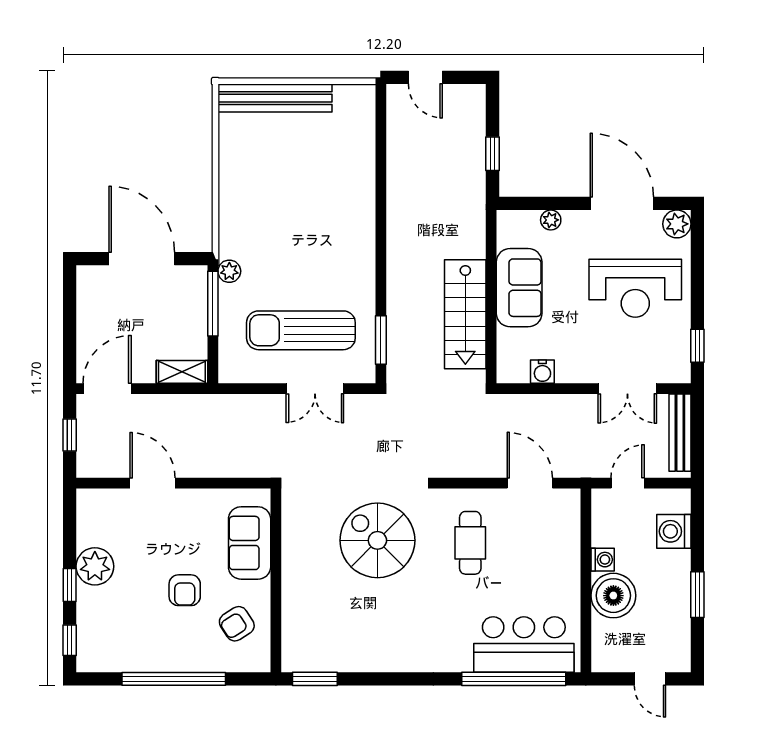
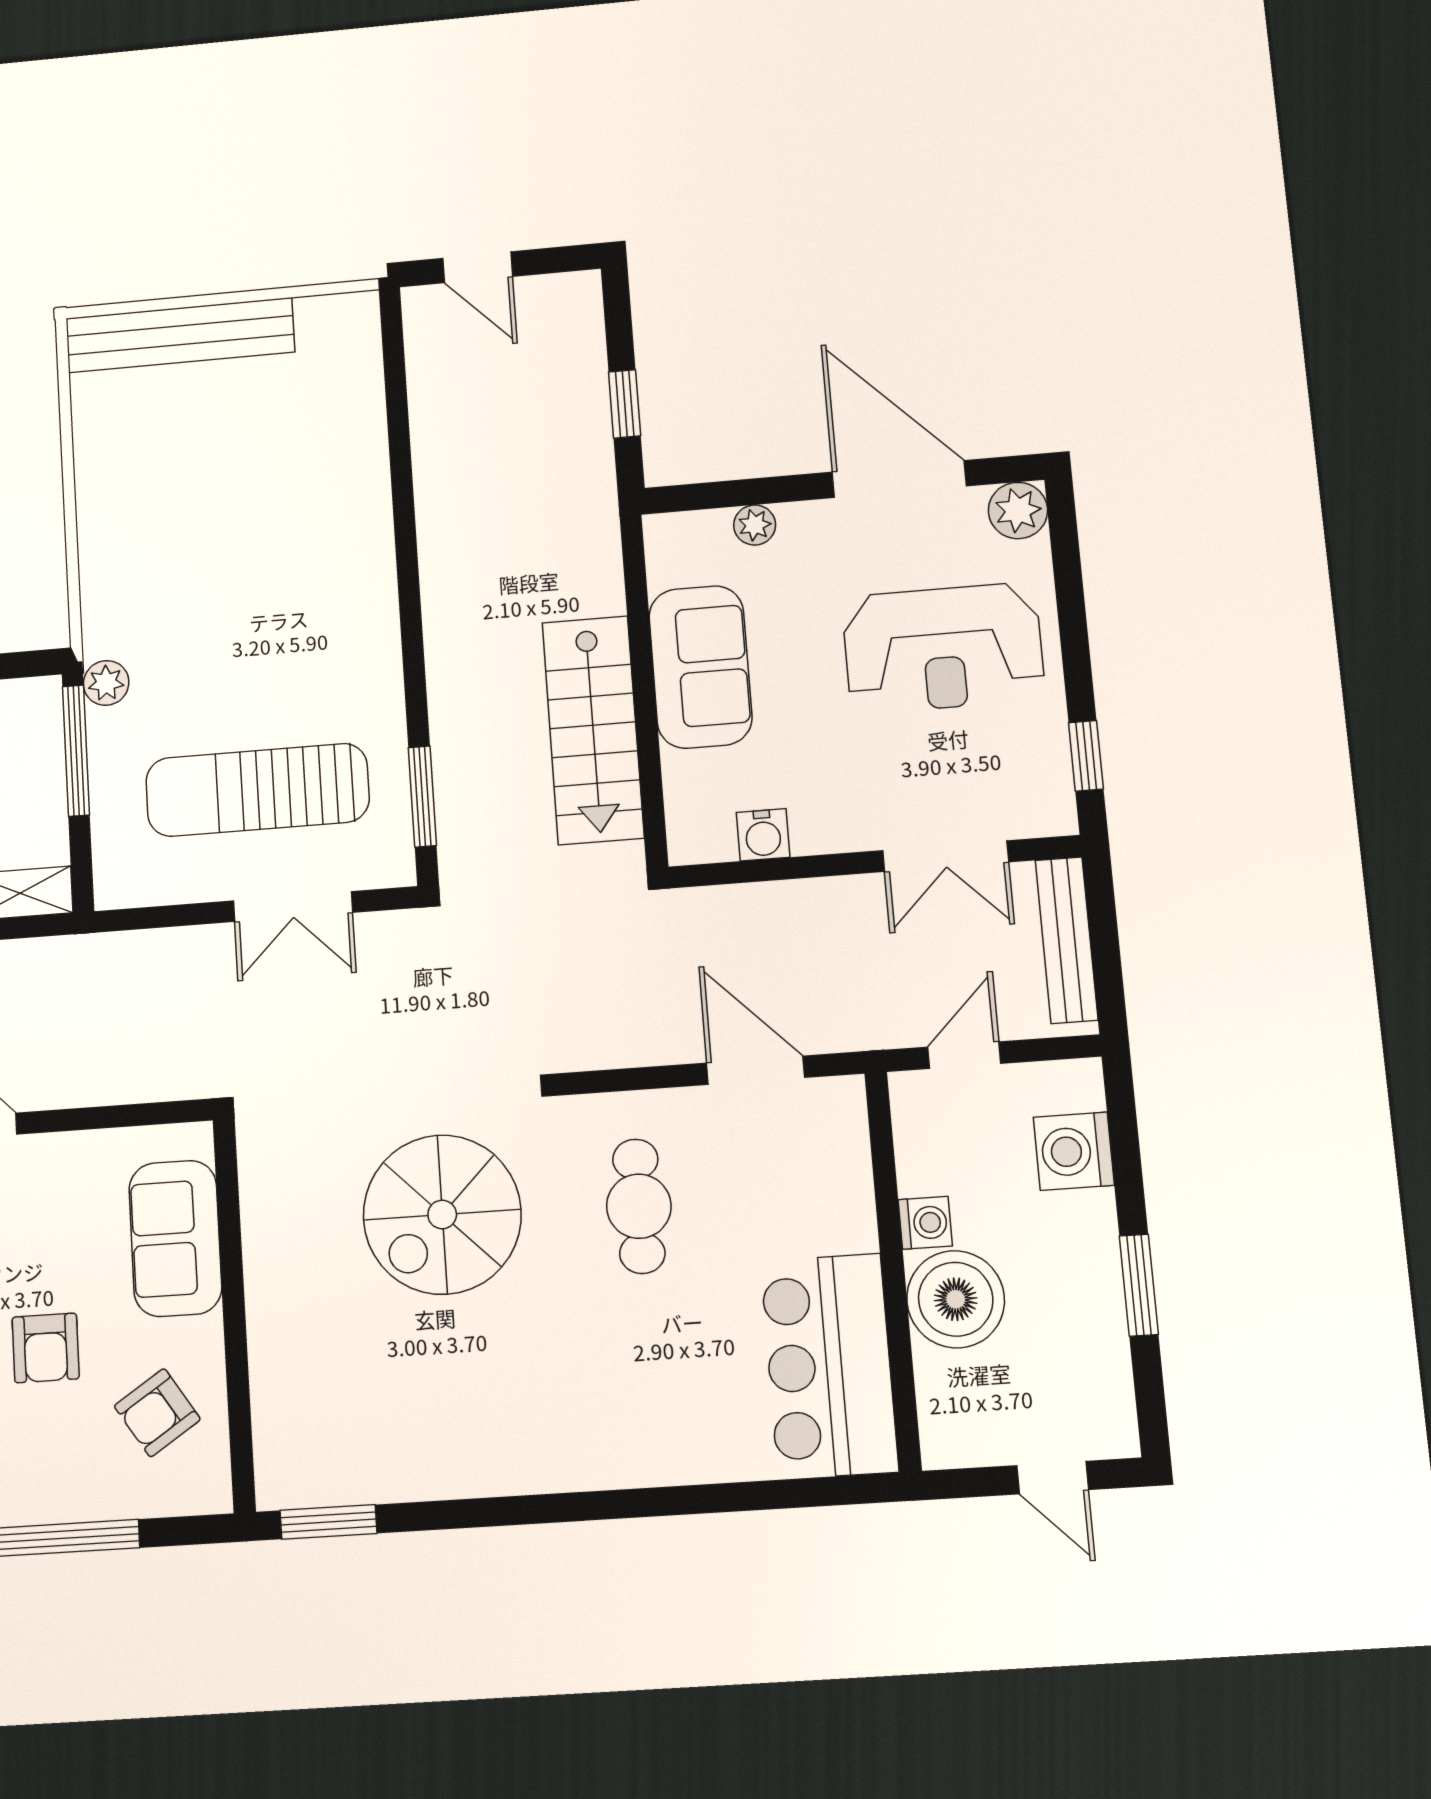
spiral stairs: (377, 540) -> (442, 1215), turned -90
bar counter: (524, 644) -> (829, 1366), moved, turned -90
window: (514, 679) -> (755, 1496), removed

